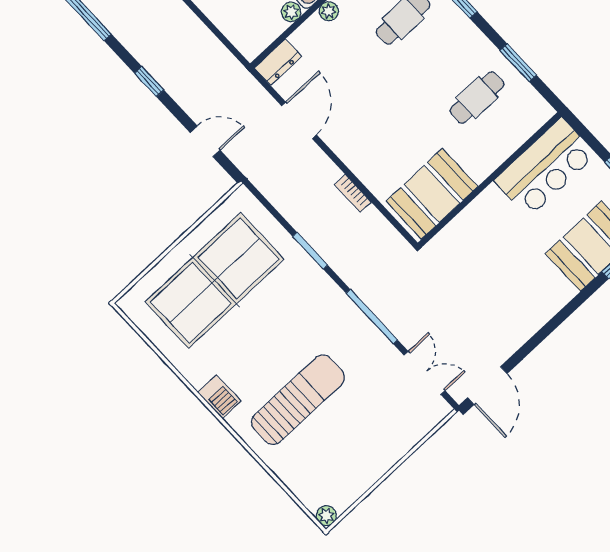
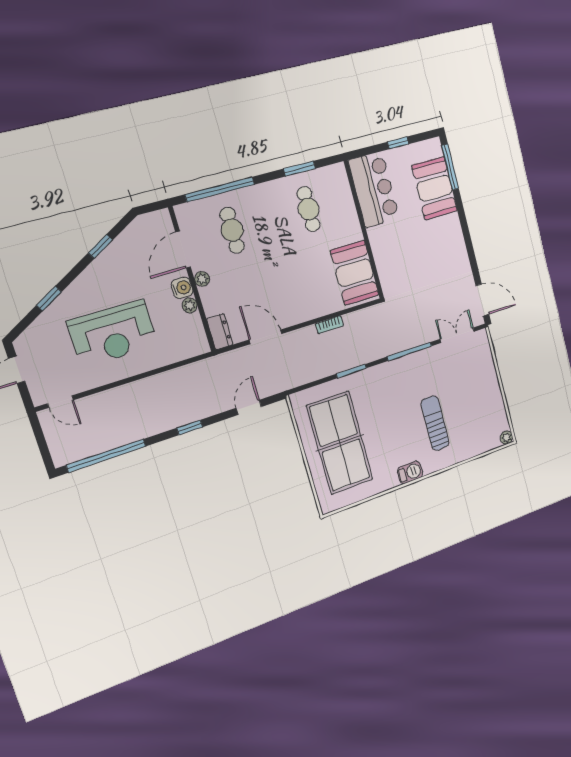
sun lounger: (298, 400) -> (435, 423), width x0.73, depth x0.75

